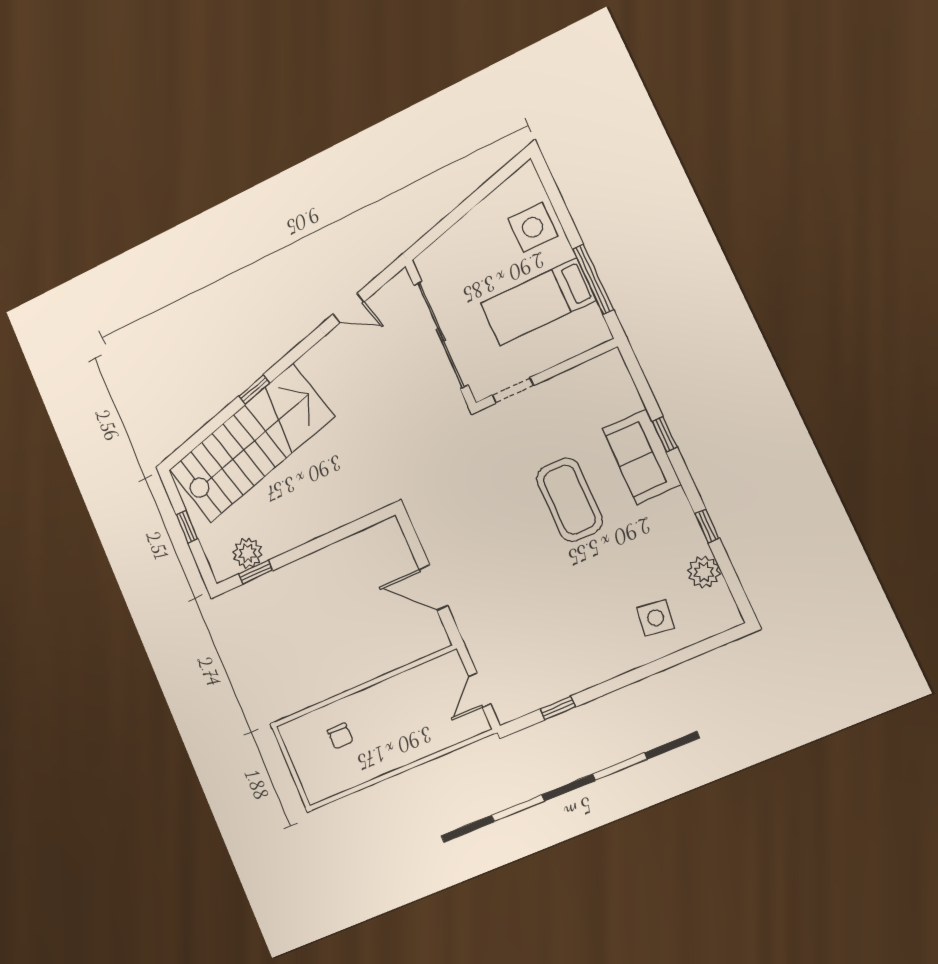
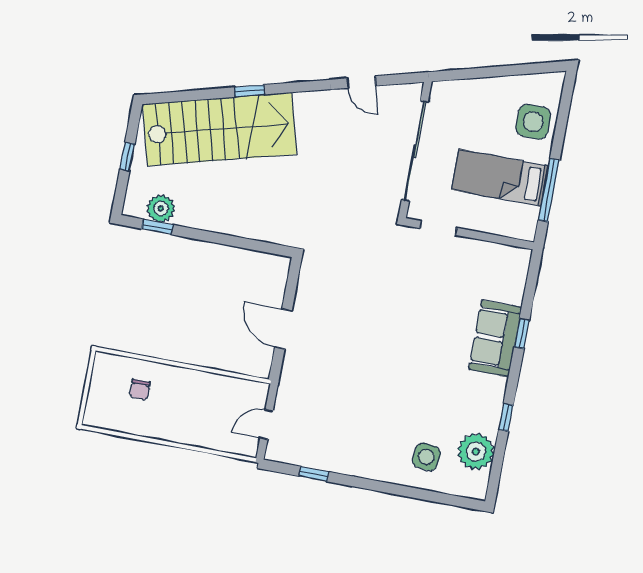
coffee table: (569, 500) -> (424, 333), removed
plant: (704, 572) -> (476, 452), width x1.36, depth x1.36

